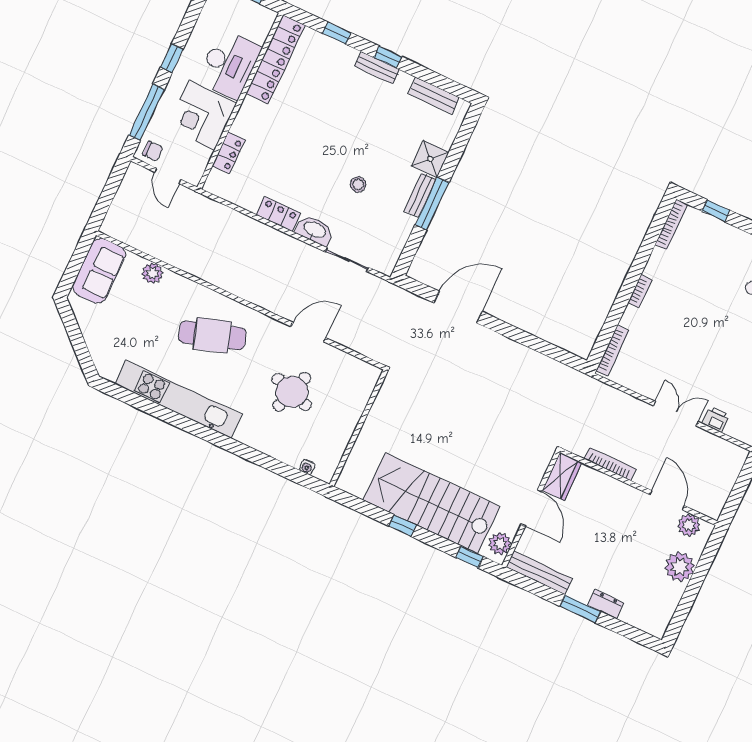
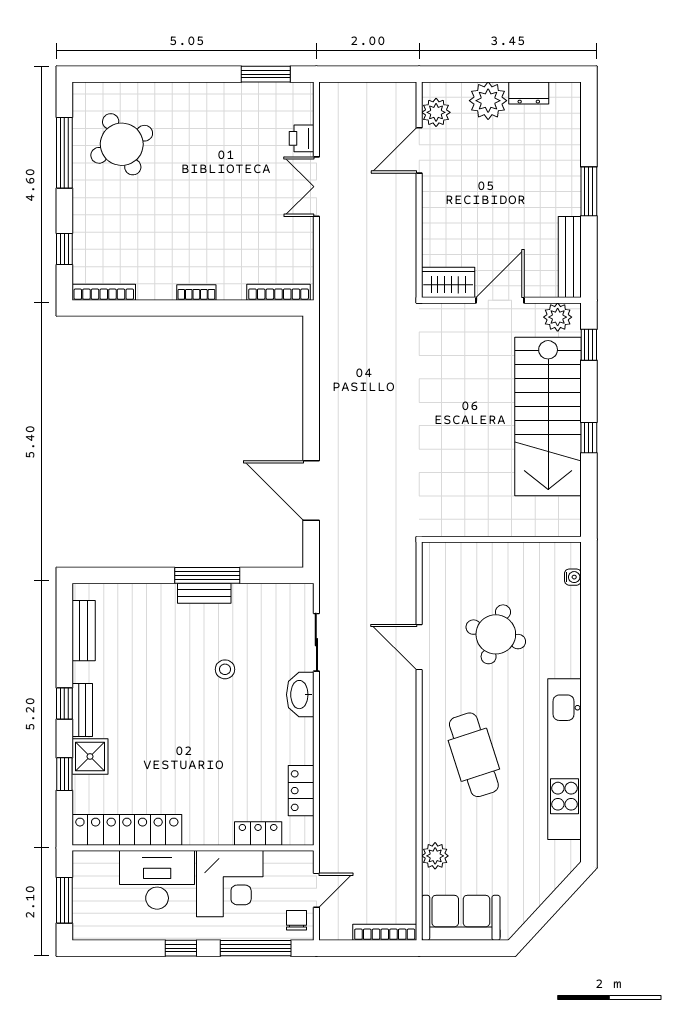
shower: (430, 159) -> (90, 756), moved
locker: (278, 214) -> (301, 791), moved
bookcase: (610, 464) -> (385, 932), moved, turned 90
dresser: (606, 604) -> (529, 93), moved, turned -90

